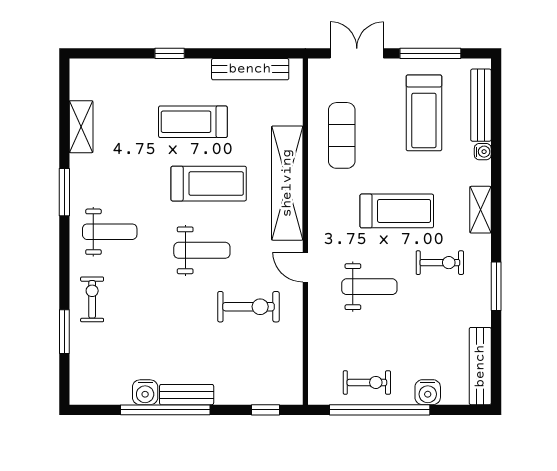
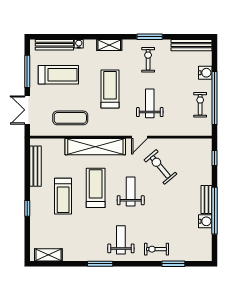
shelving: (81, 127) -> (48, 255), moved
exercise bike: (440, 263) -> (148, 60), moved
exercise bike: (249, 307) -> (160, 167), turned -40

